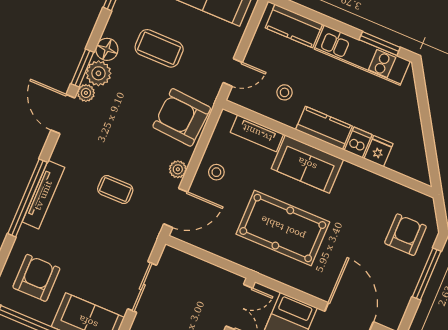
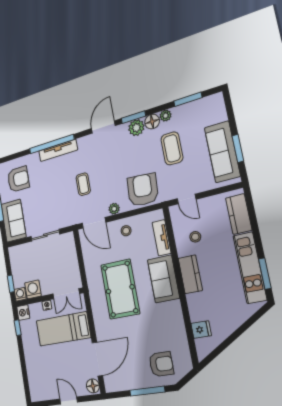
plant: (86, 93) -> (166, 116), moved
dishwasher: (358, 142) -> (195, 300), removed
fridge: (378, 151) -> (201, 330), moved

